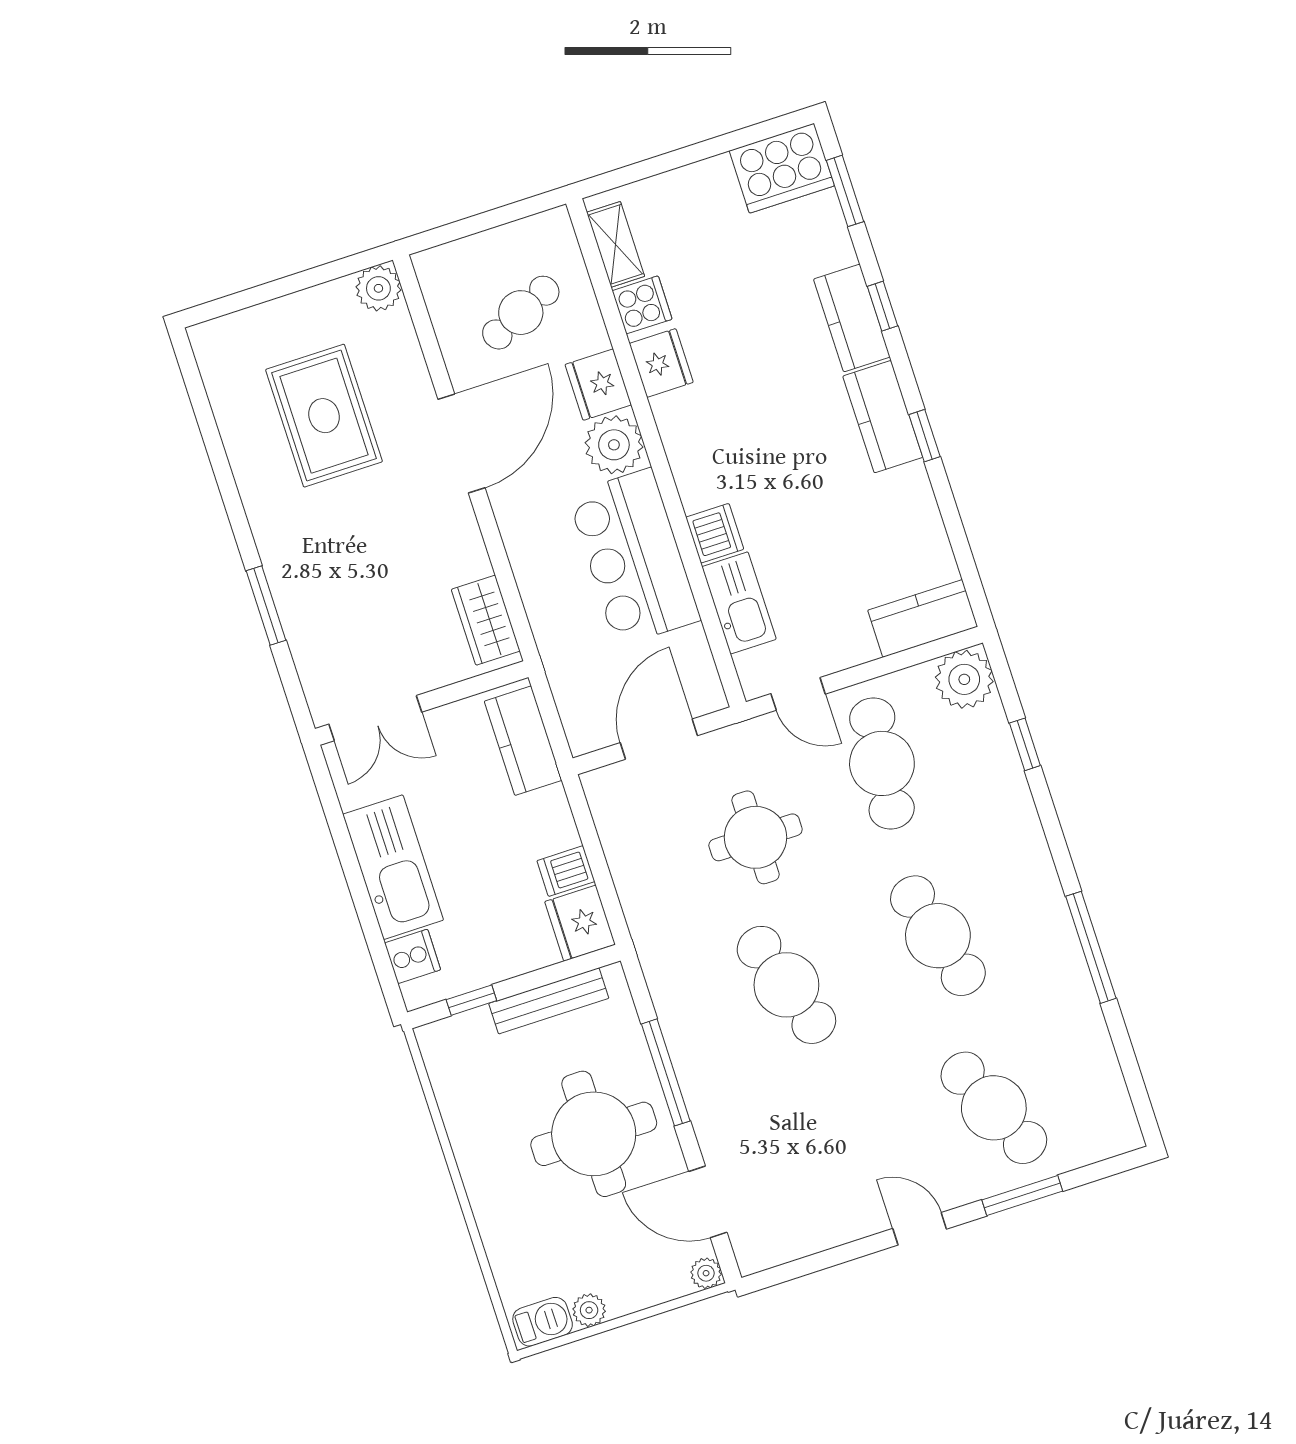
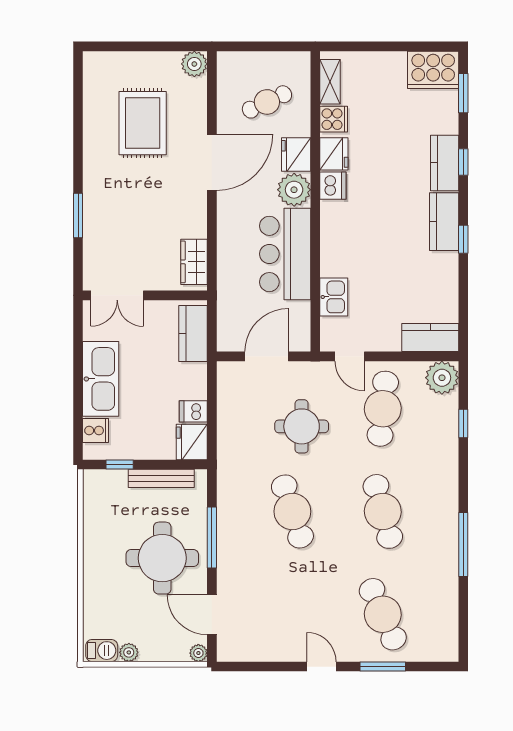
dishwasher: (715, 533) -> (333, 186), moved
kitchen sink: (739, 603) -> (334, 297), width x0.73

